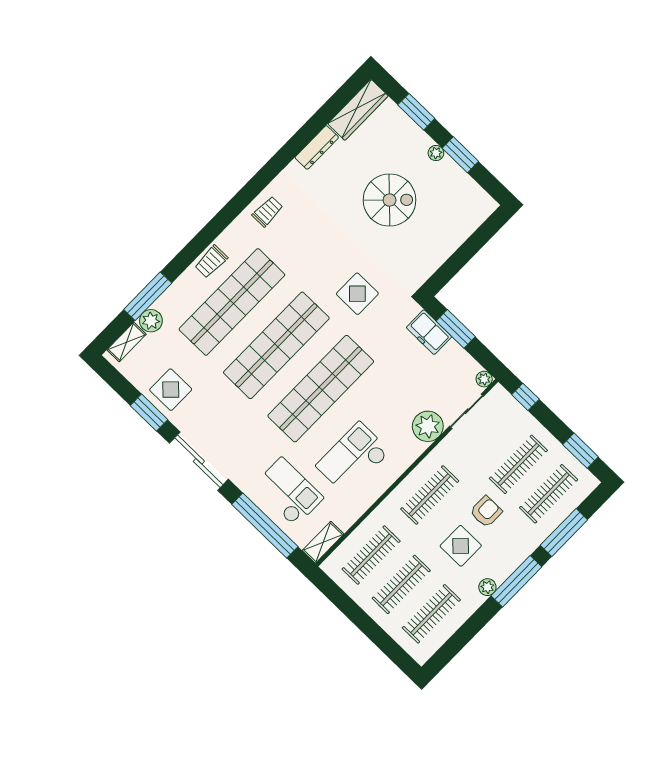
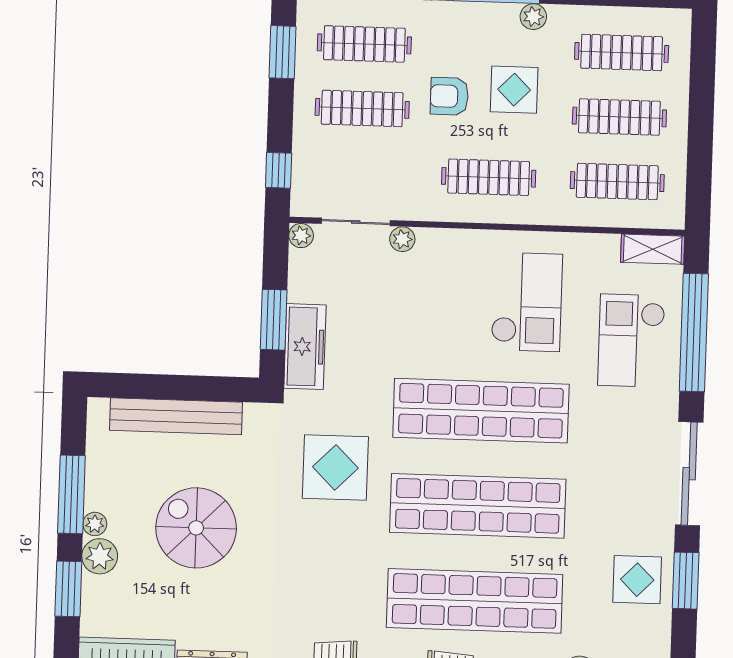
plant: (418, 141) -> (100, 556), added
window: (460, 155) -> (71, 494), width x1.44
bench: (452, 239) -> (176, 416), added
display table: (357, 294) -> (335, 467), width x1.36, depth x1.36
freezer: (429, 332) -> (305, 347), width x1.40
plant: (428, 426) -> (402, 239), width x0.53, depth x0.53
checkout: (353, 459) -> (527, 302), turned -90

